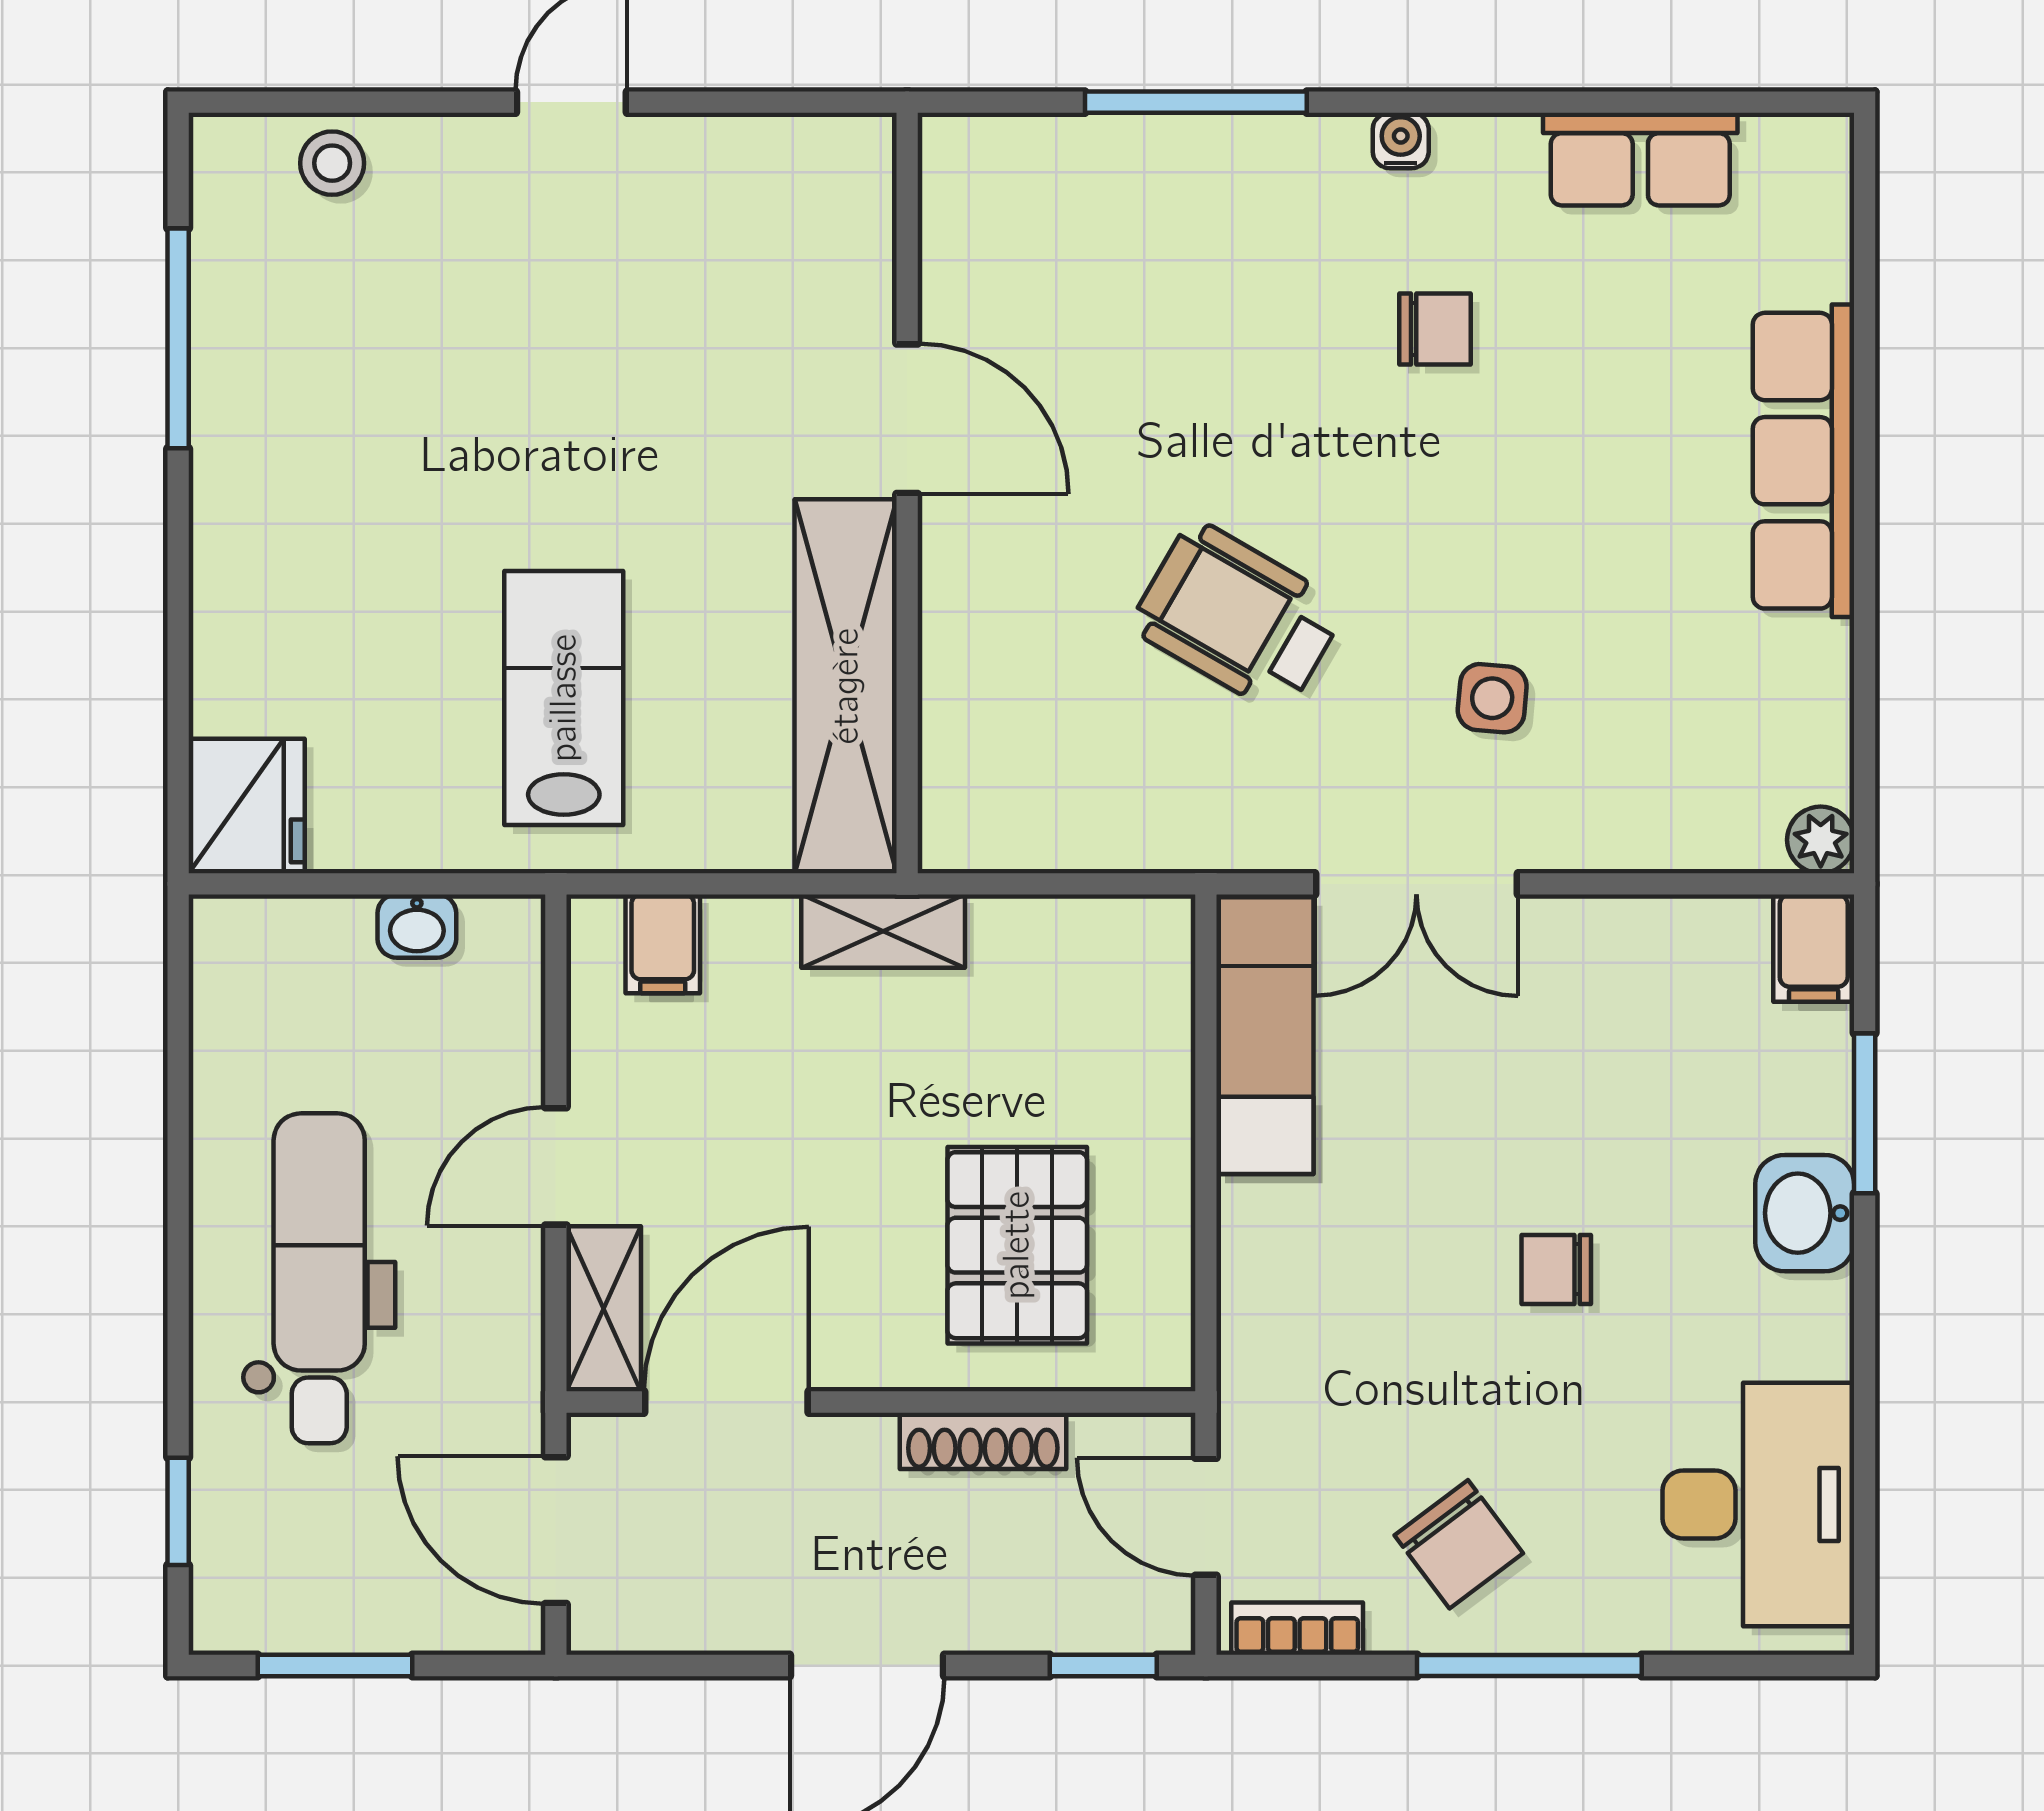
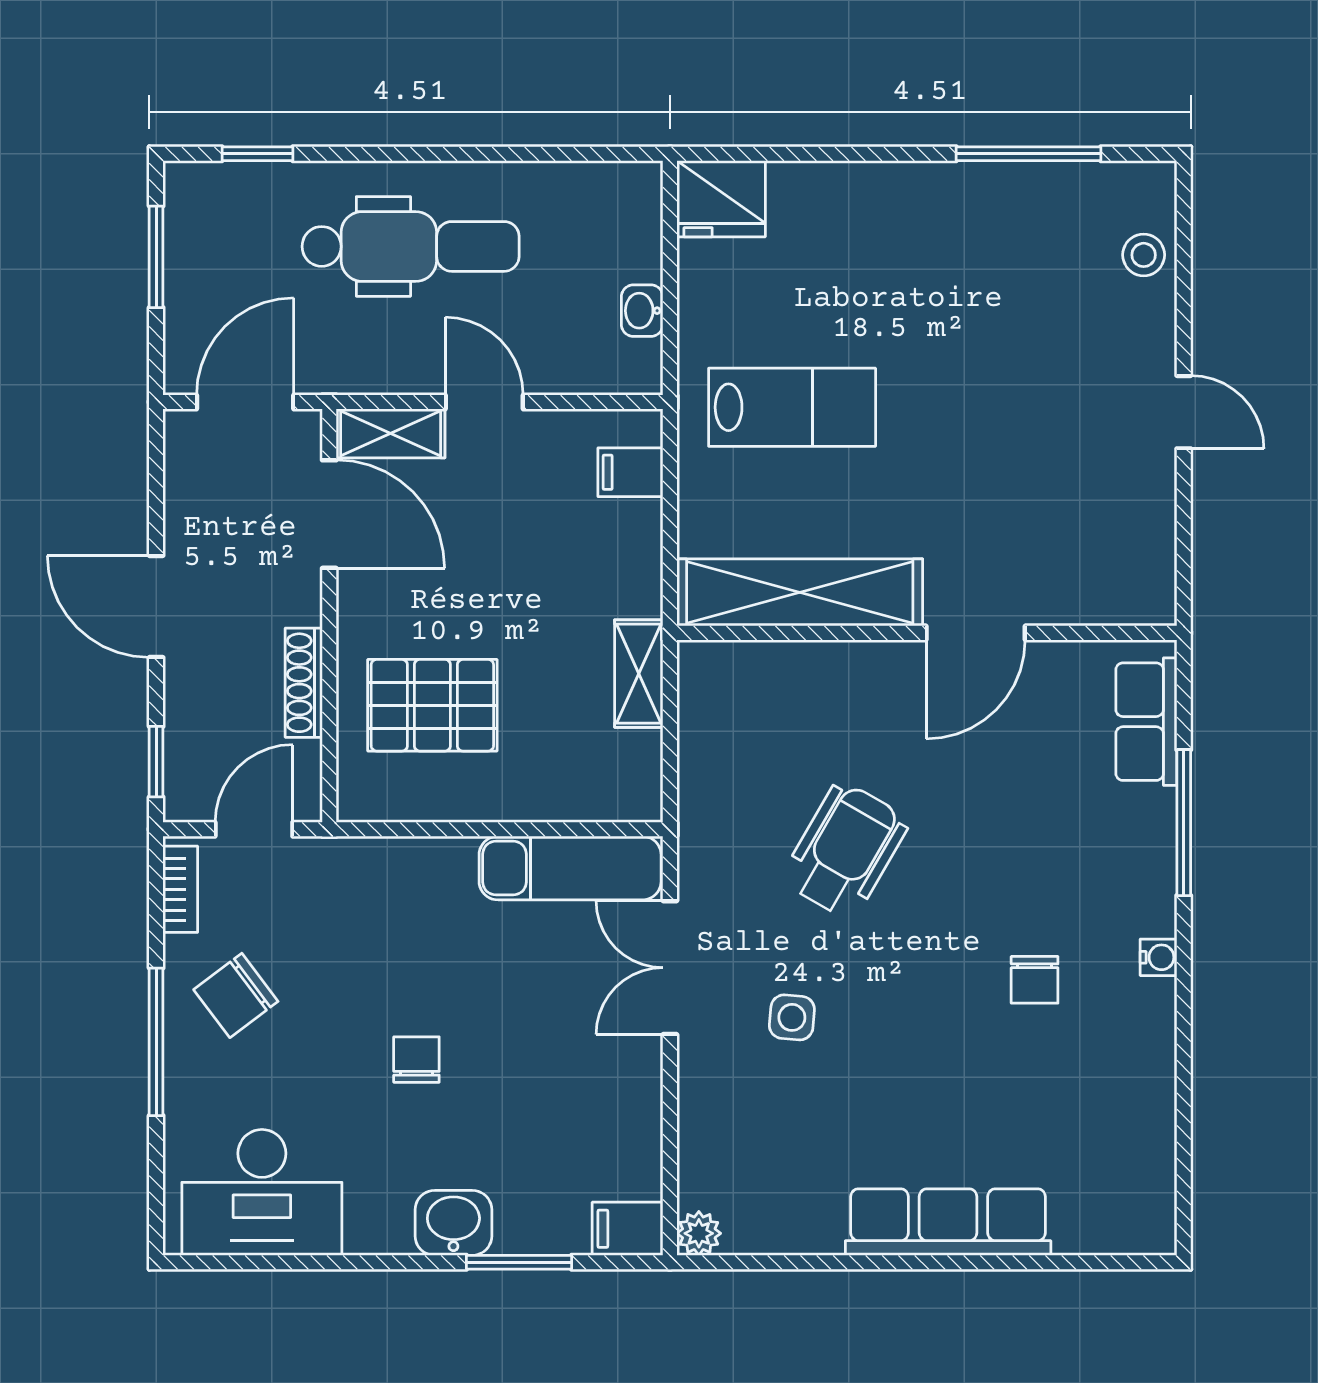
row of seats: (1640, 159) -> (1146, 722), moved
shelving: (883, 931) -> (639, 674), moved

